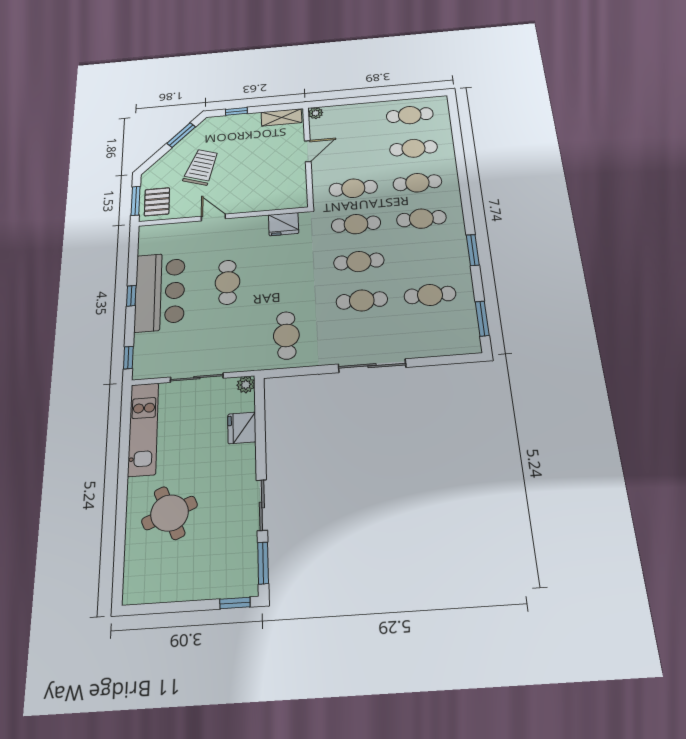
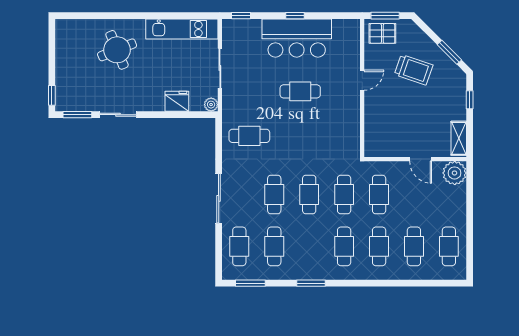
plant: (316, 113) -> (455, 173), width x1.88, depth x1.88
fridge: (284, 224) -> (350, 137), removed
cafe table: (435, 336) -> (239, 246), added

